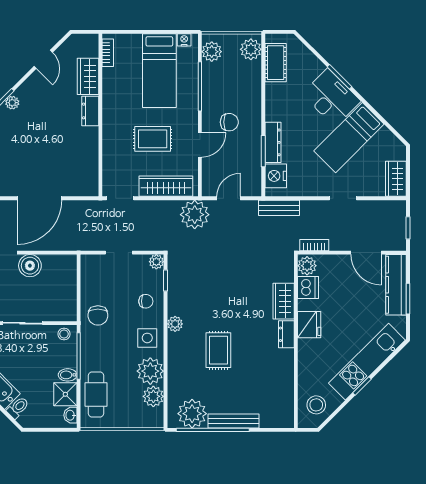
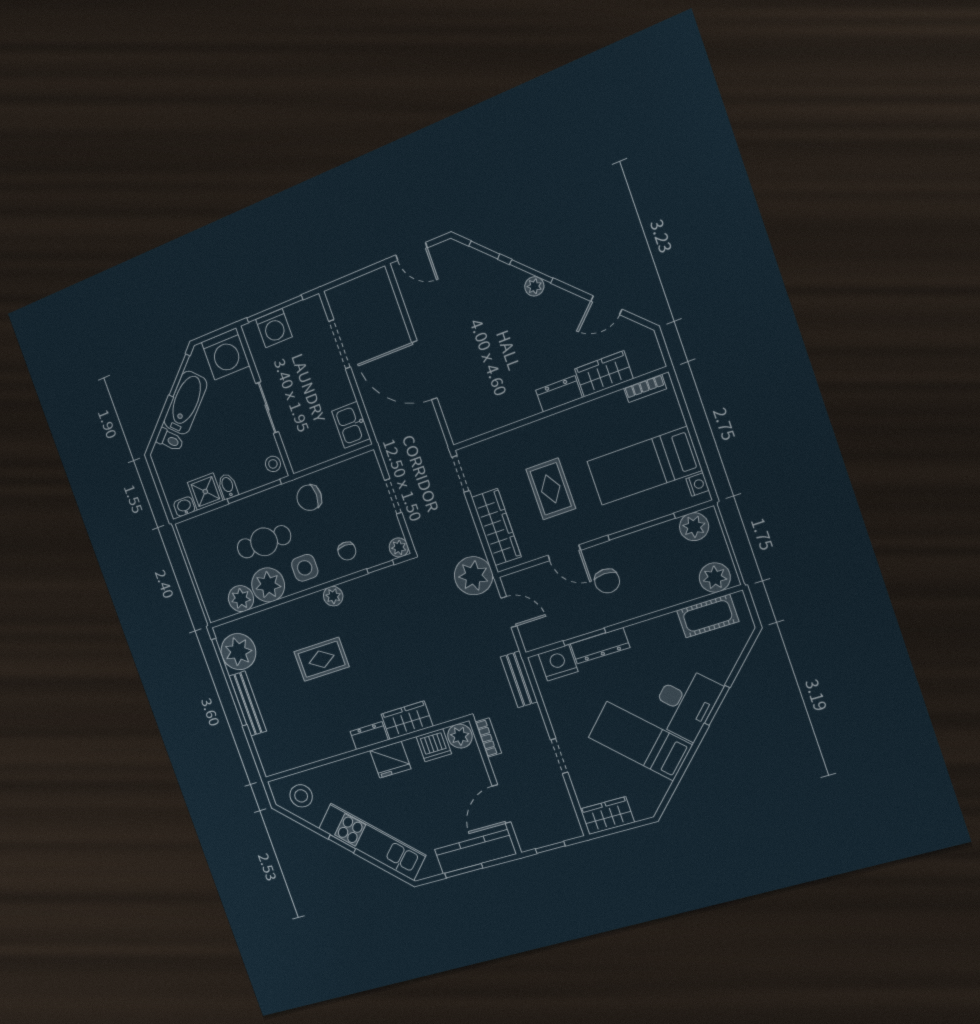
kitchen sink: (57, 265) -> (351, 425), added
boiler: (30, 266) -> (338, 390), removed
cafe table: (96, 394) -> (264, 542), moved

